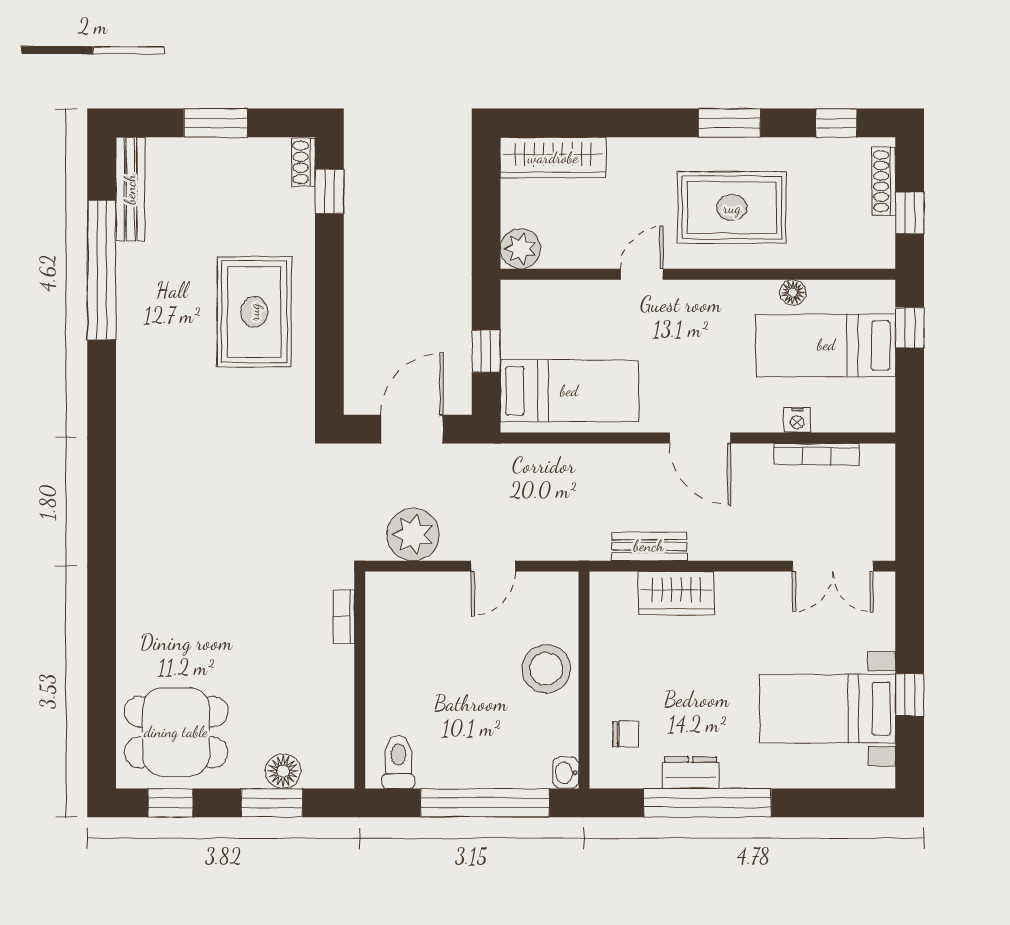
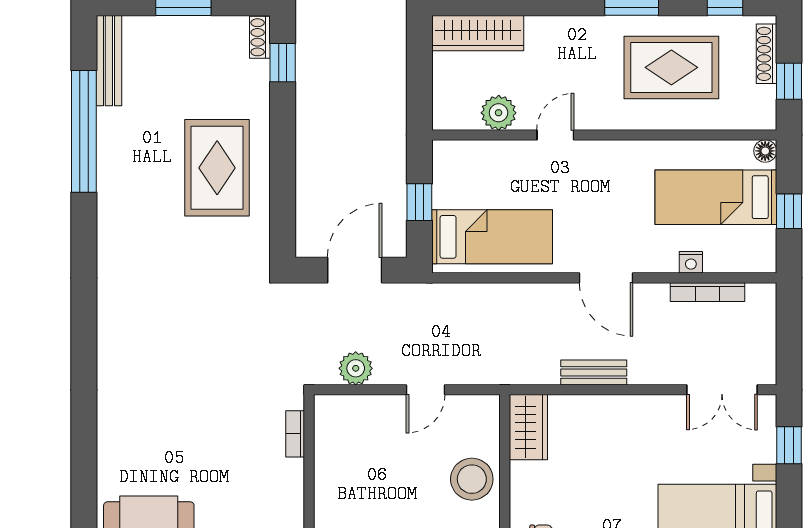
rug: (732, 208) -> (671, 67), moved
plant: (520, 249) -> (499, 113), moved
floor lamp: (793, 293) -> (765, 151), moved
window: (910, 328) -> (789, 211), moved
plant: (413, 535) -> (356, 368), width x0.73, depth x0.73
bench: (649, 546) -> (594, 372), moved
wardrobe: (676, 593) -> (528, 427), moved, turned -90
window: (910, 695) -> (789, 445), moved

